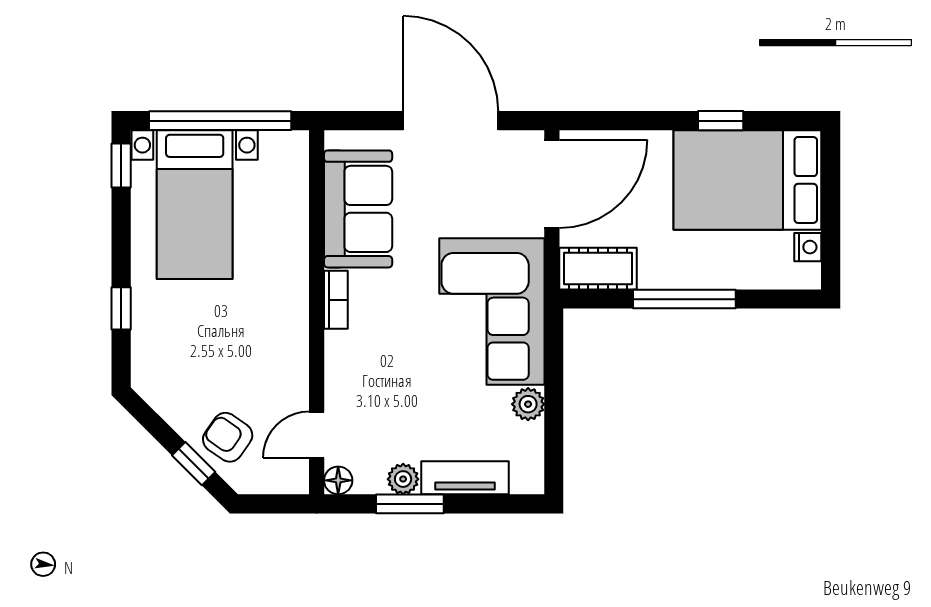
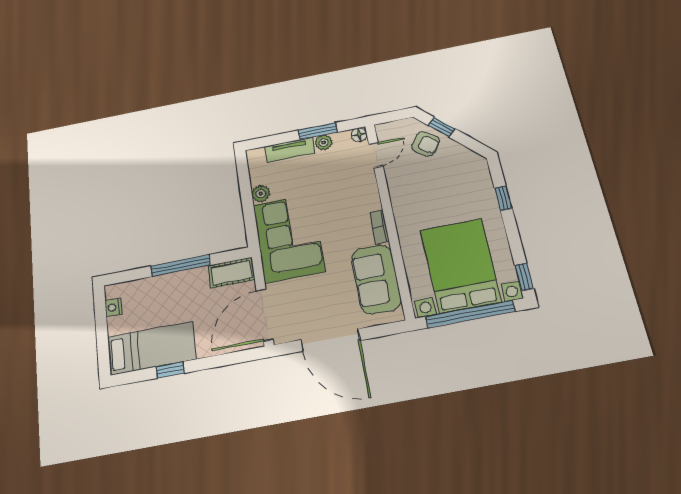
bed: (747, 180) -> (152, 348), width x0.67
bed with nightstands: (195, 205) -> (460, 266), width x1.36

